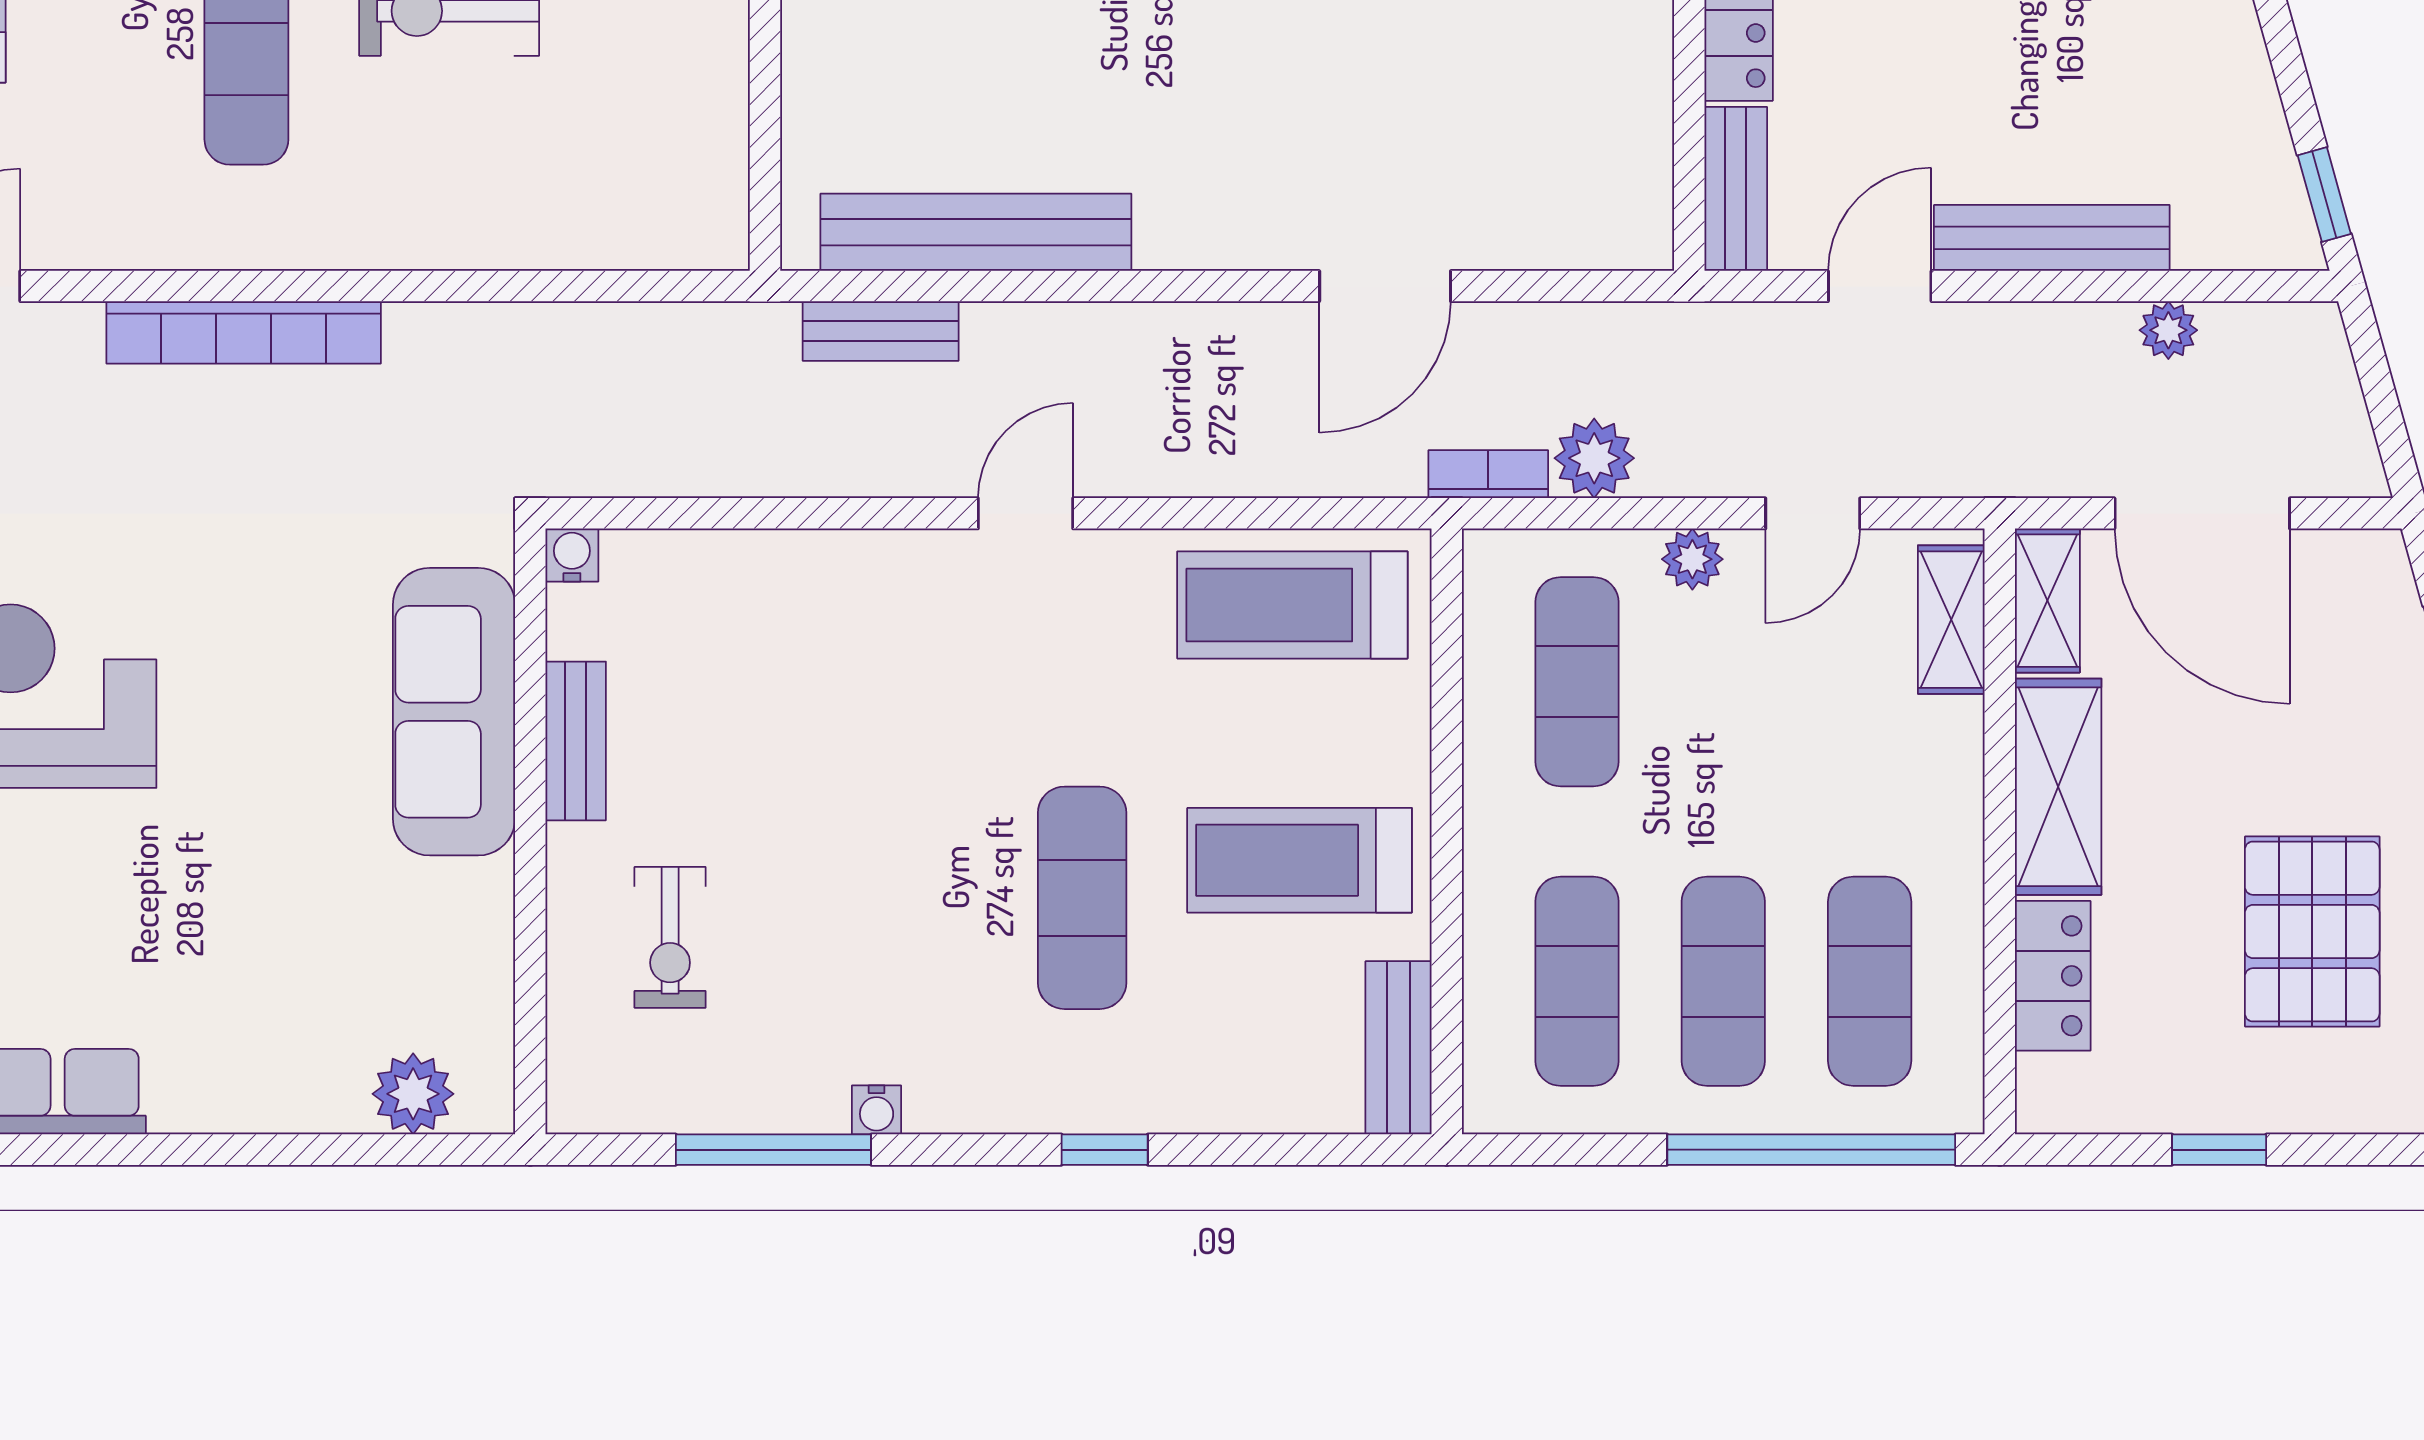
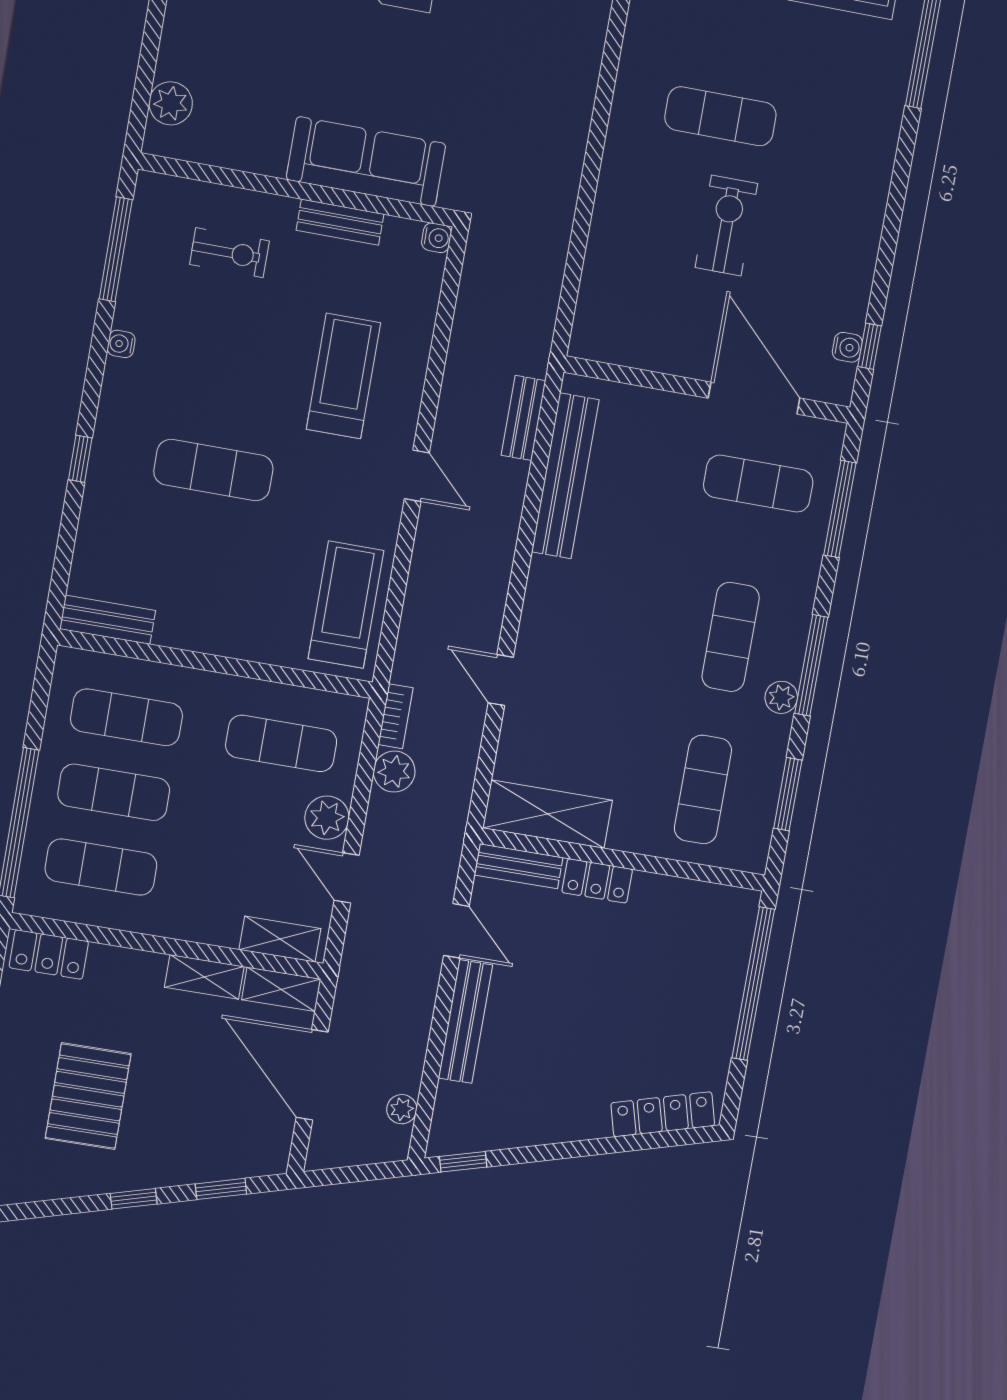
shelving: (1626, 151) -> (548, 814), added
door: (1385, 286) -> (501, 680), width x0.73
plant: (2168, 330) -> (402, 1109), moved
bookcase: (244, 332) -> (581, 89), removed
door: (2202, 513) -> (312, 1075), hinge flipped
plant: (1692, 559) -> (327, 818), width x1.38, depth x1.38
shelving: (2058, 787) -> (204, 977), width x0.67, depth x0.75
treadmill: (1300, 860) -> (343, 376), moved
pallet: (2312, 932) -> (88, 1096), turned 90
exercise bike: (670, 937) -> (229, 253), turned 180
locker: (2053, 976) -> (49, 954), moved
window: (773, 1150) -> (116, 249), moved

